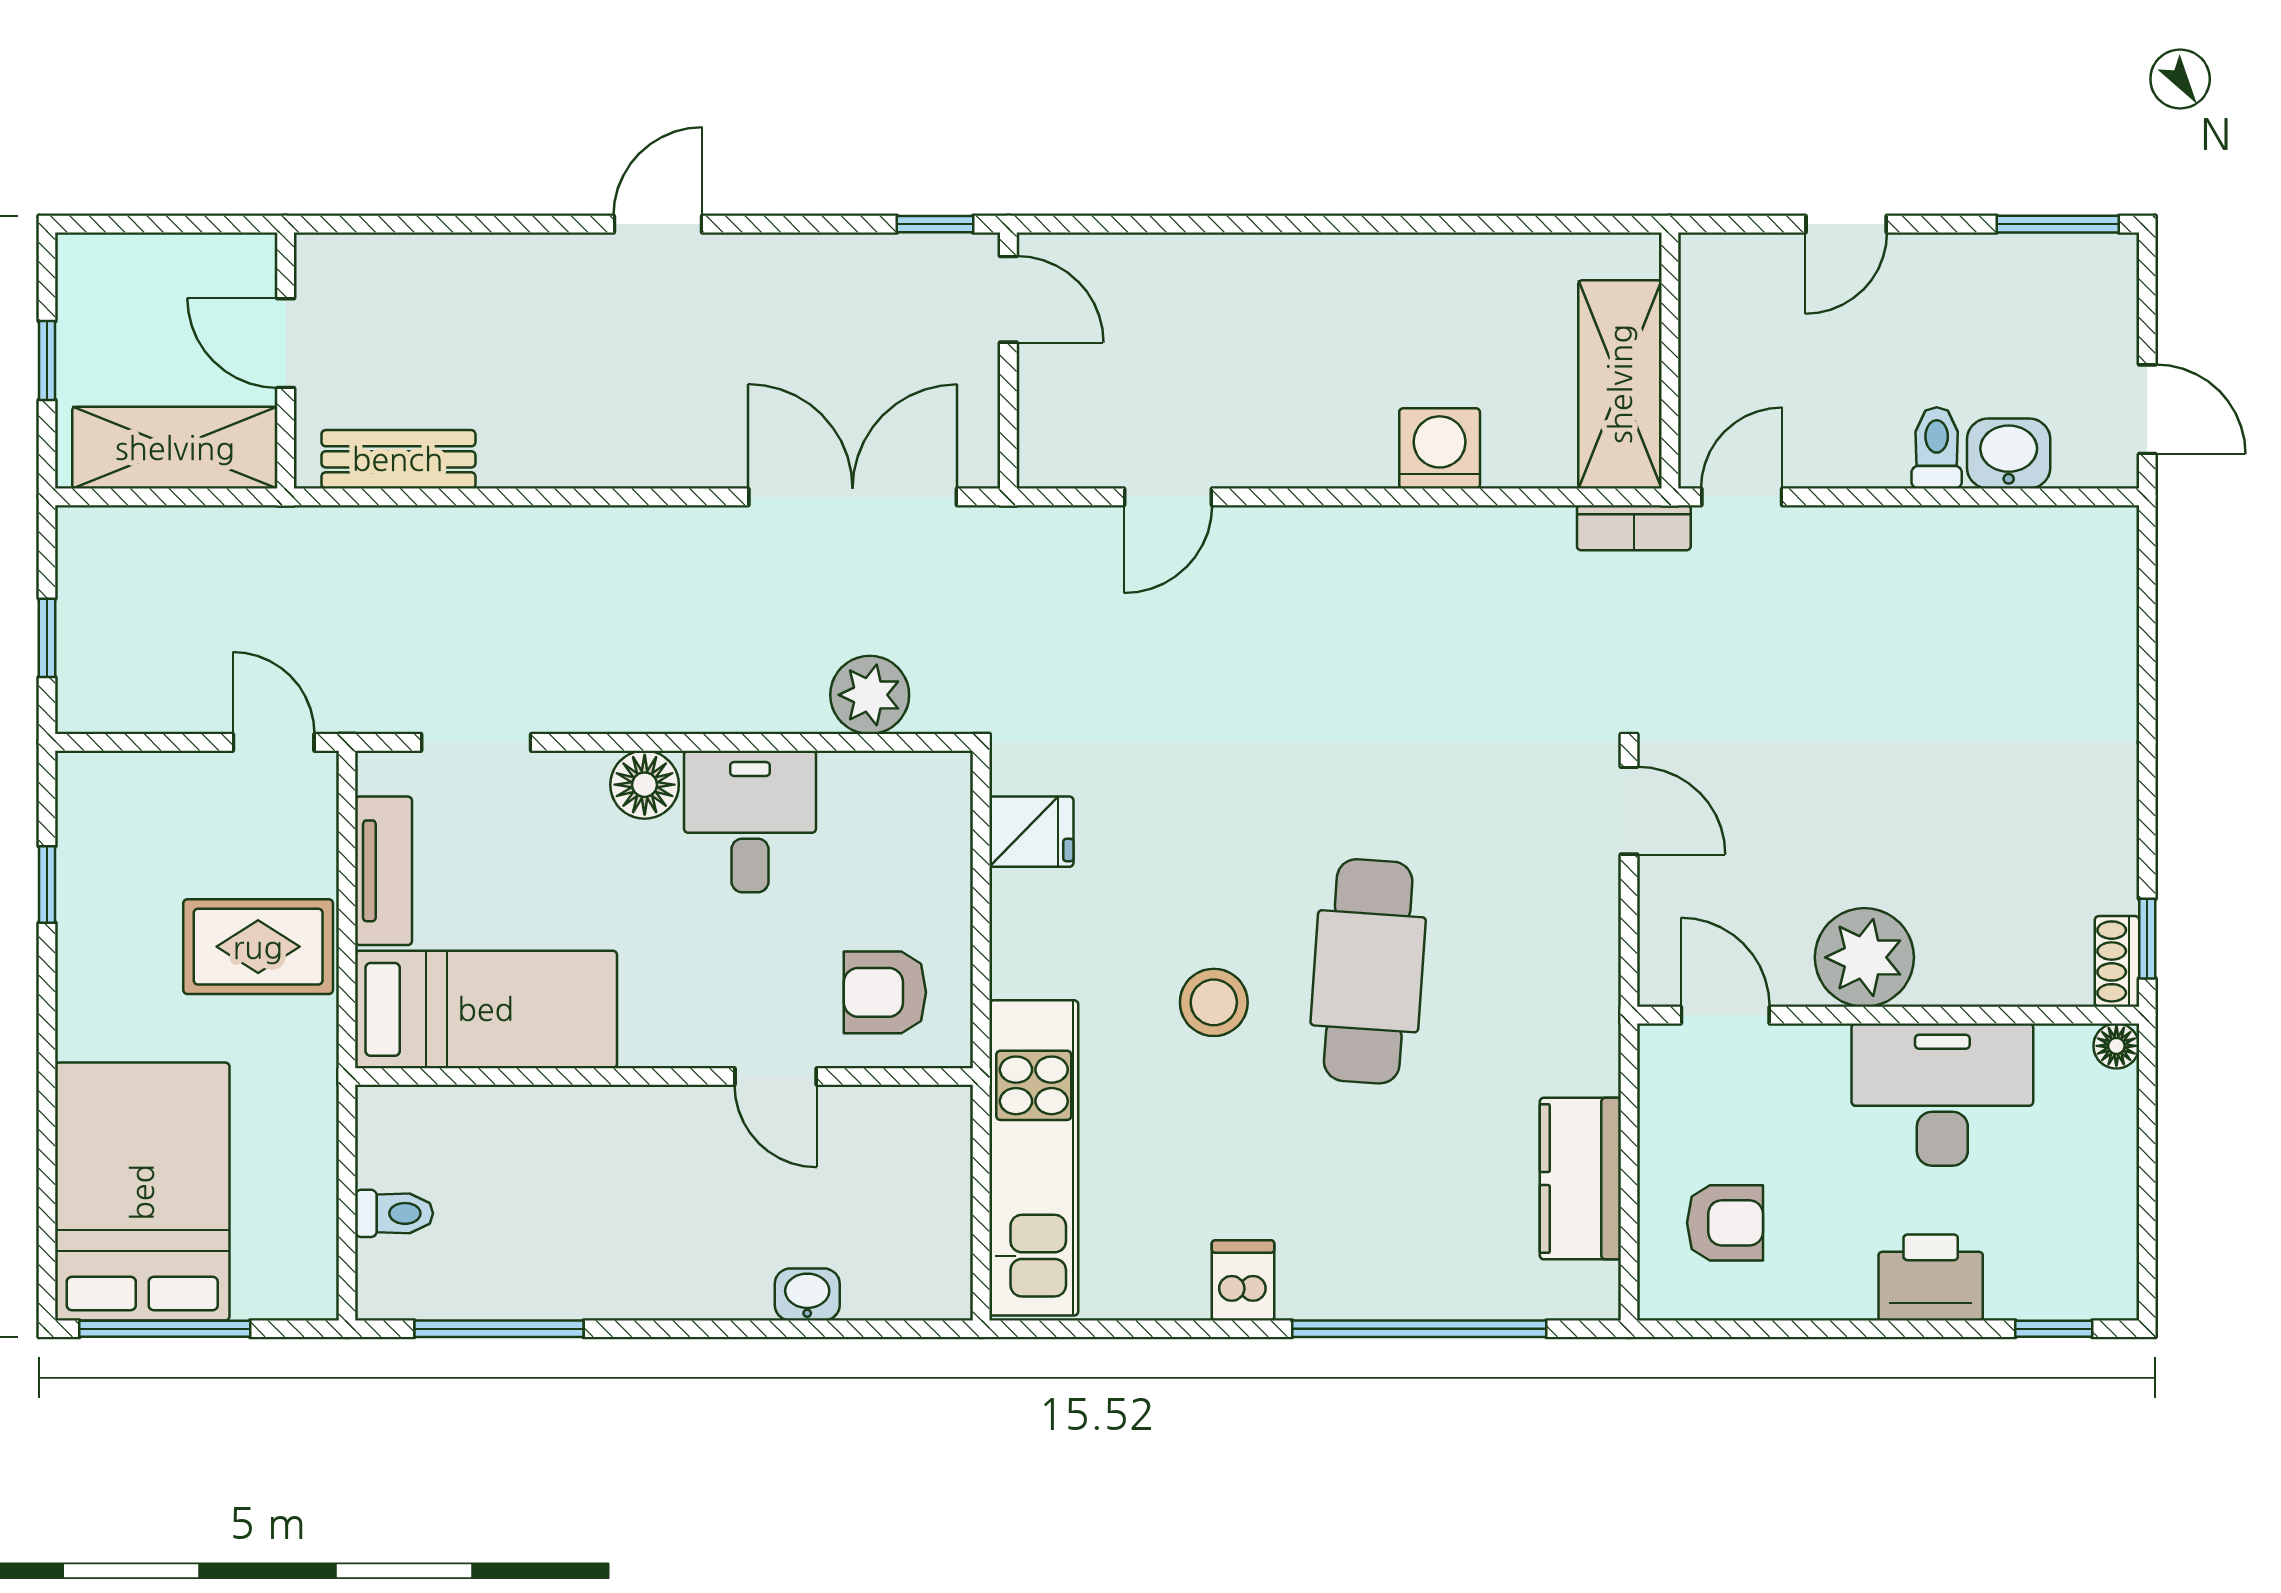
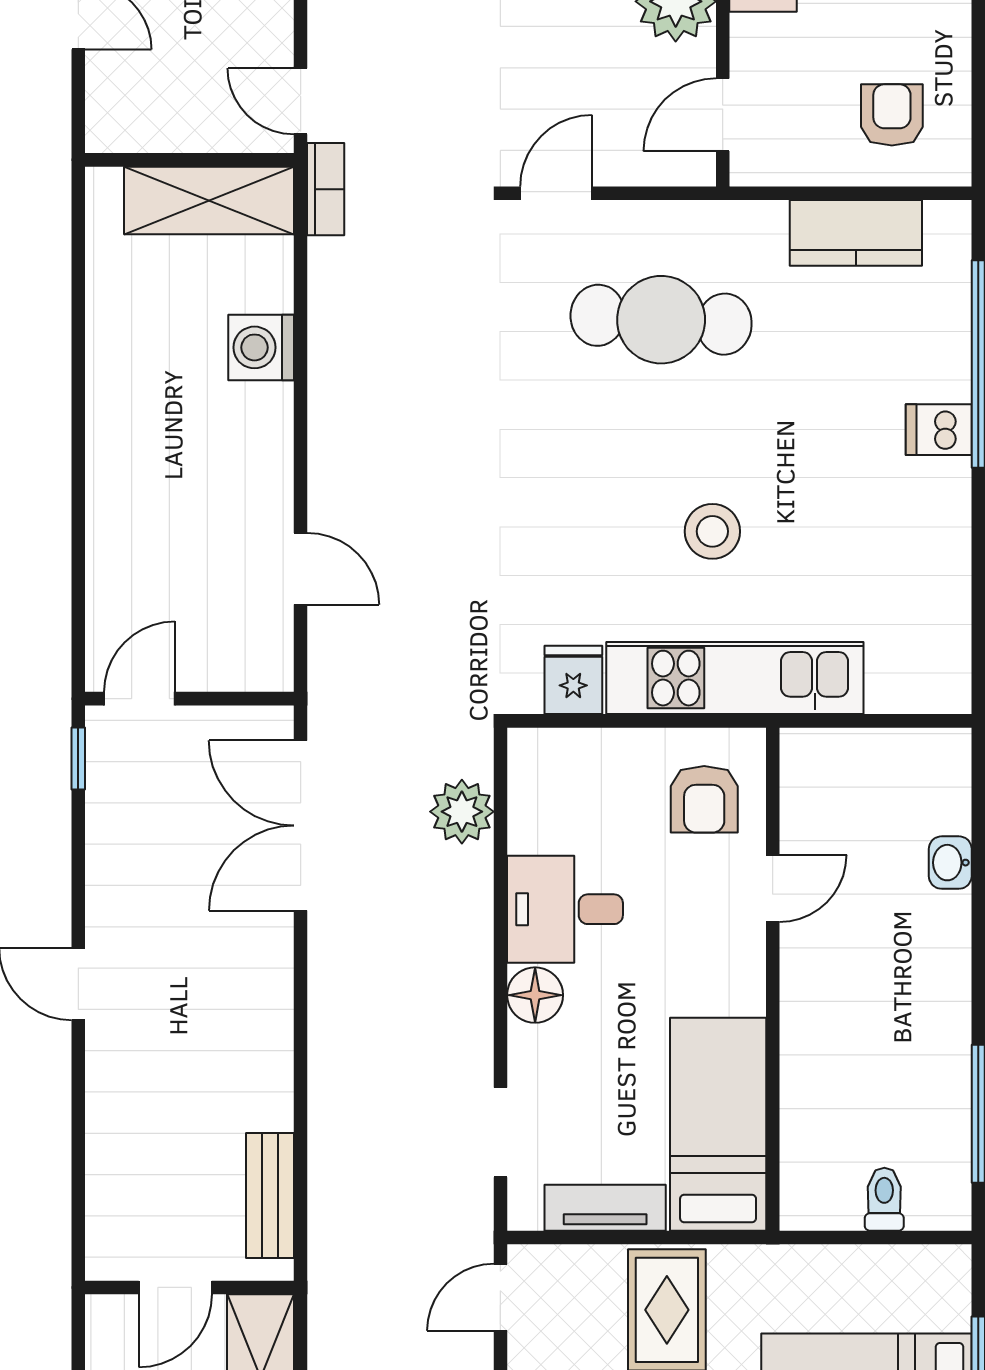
cafe table: (1368, 971) -> (661, 320), moved
kitchen unit: (1034, 1158) -> (735, 678), moved
dishwasher: (1243, 1280) -> (939, 430), moved

